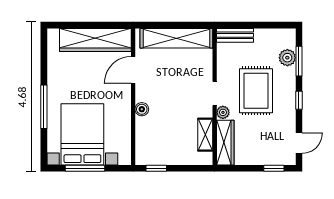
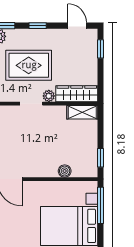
boiler: (142, 109) -> (65, 171), moved
shelving: (205, 135) -> (82, 112), moved
window: (85, 168) -> (101, 205), moved

